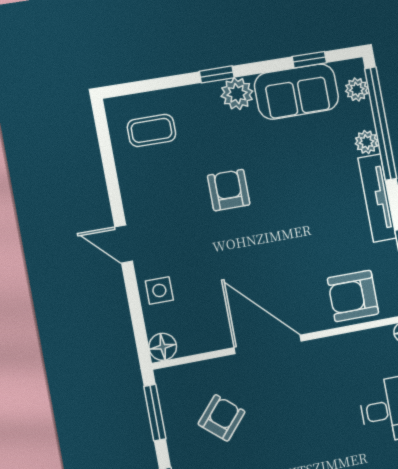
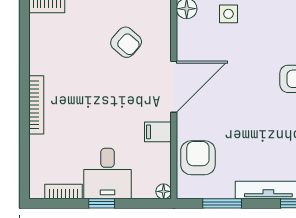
filing cabinet: (330, 354) -> (158, 132), added

